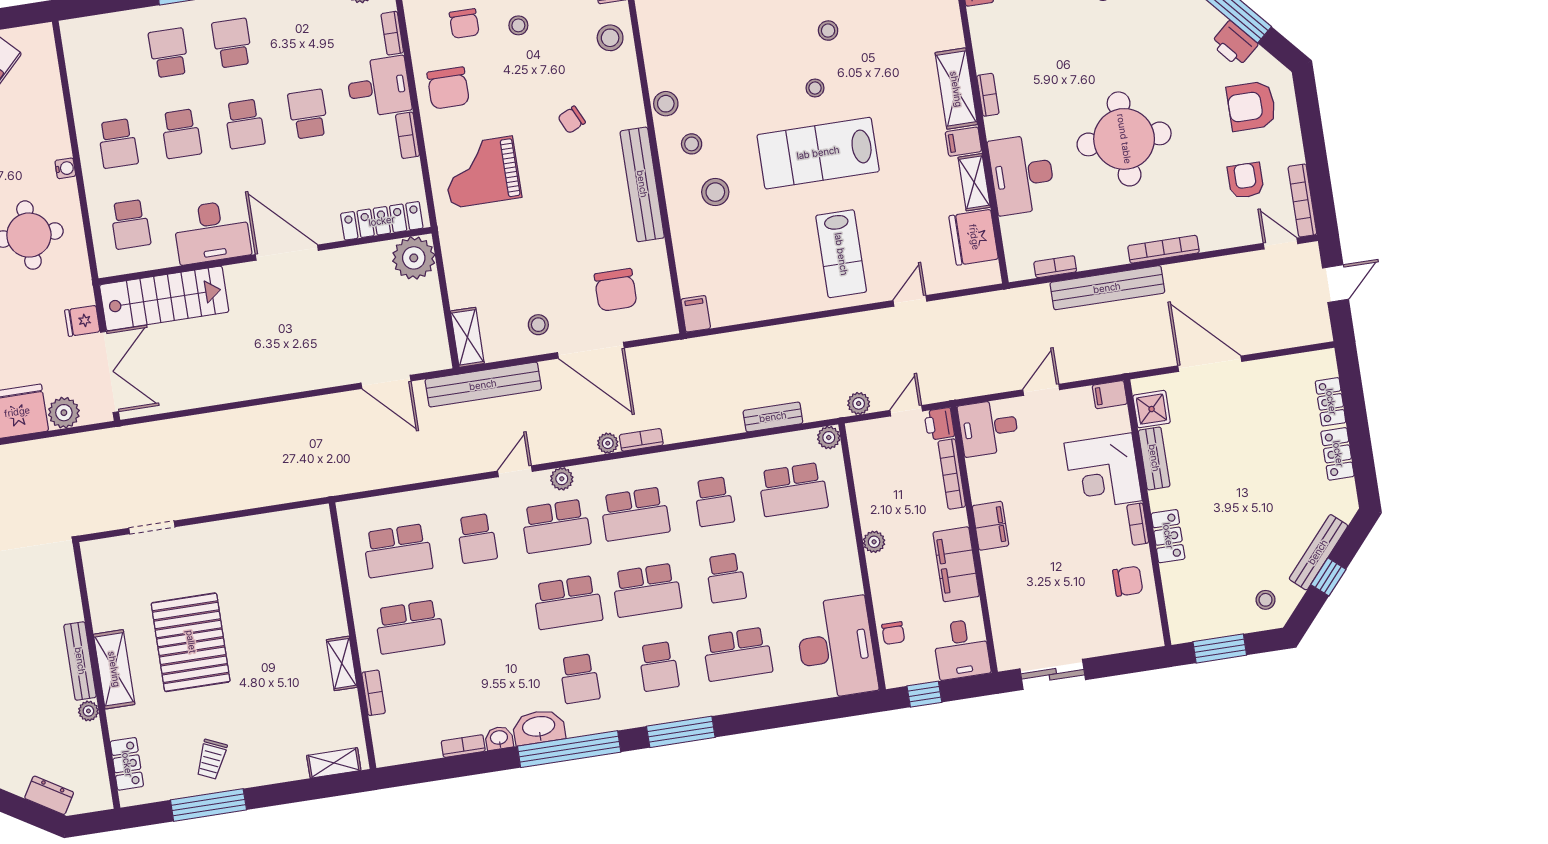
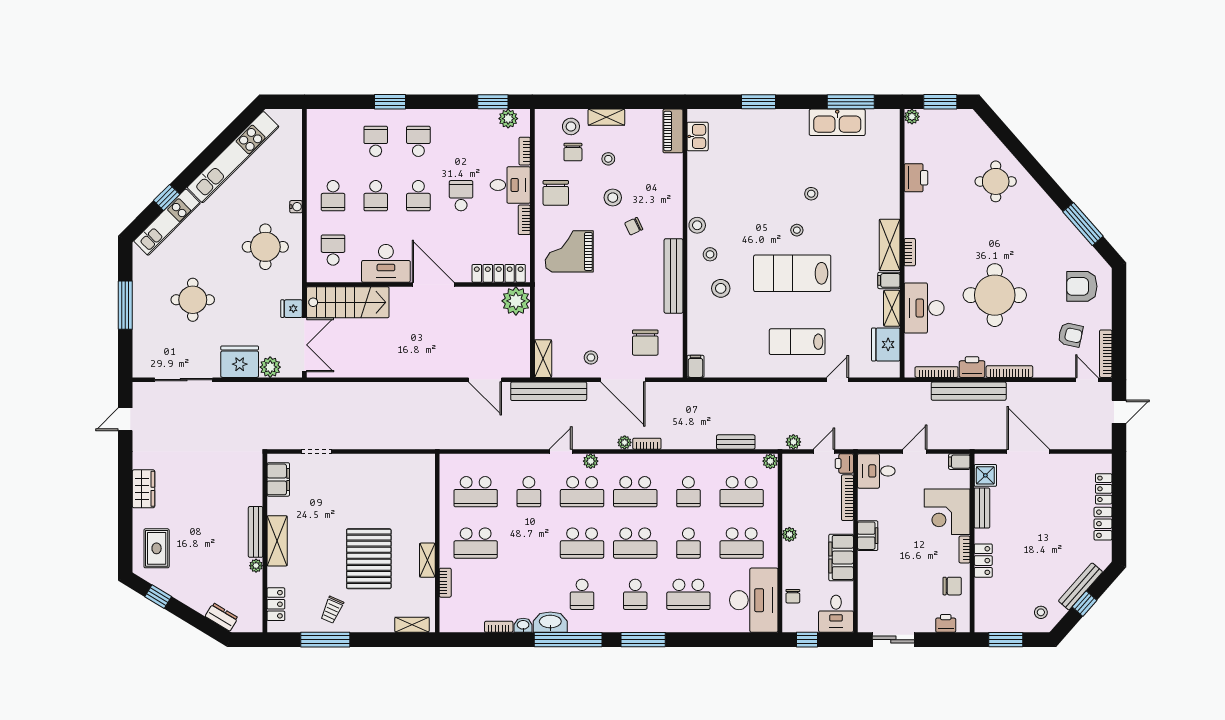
stool: (610, 38) -> (613, 198), moved
printer: (1234, 44) -> (972, 367), moved, turned 131
armchair: (1246, 180) -> (1070, 335), turned 102
school desk: (130, 224) -> (333, 250), turned 180
lab bench: (841, 254) -> (797, 342), turned 90
bookcase: (1055, 267) -> (937, 372), width x1.56
school desk: (805, 566) -> (742, 543), added
filing cabinet: (102, 578) -> (278, 479), added
printer: (1127, 638) -> (946, 623), added
pallet: (191, 642) -> (369, 559), moved

